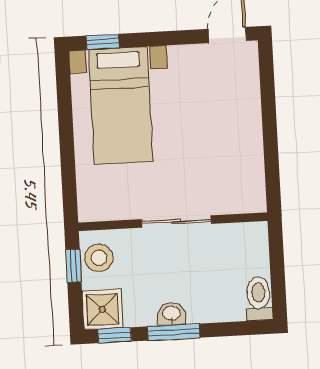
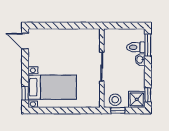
toilet: (259, 299) -> (136, 47), moved
washbasin: (171, 314) -> (140, 60), moved
window: (174, 332) -> (148, 45), moved

